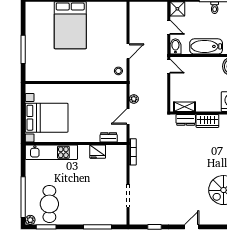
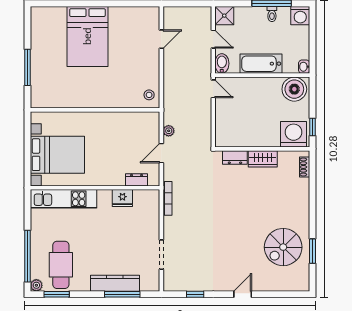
door: (128, 51) -> (161, 39), moved
shelving: (184, 107) -> (233, 141), removed
kitchen counter: (92, 218) -> (115, 283), added

